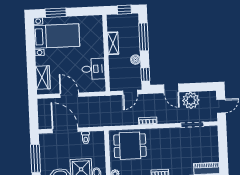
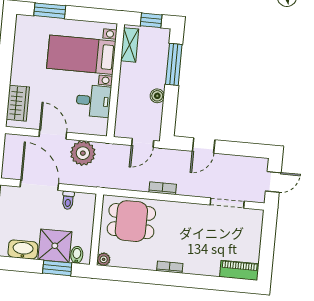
bed with nightstands: (57, 36) -> (81, 55), moved, turned 180
shelving: (113, 43) -> (130, 45), moved
window: (145, 74) -> (169, 120), removed
door: (171, 88) -> (204, 145), hinge flipped
plant: (191, 100) -> (83, 153), moved

